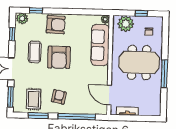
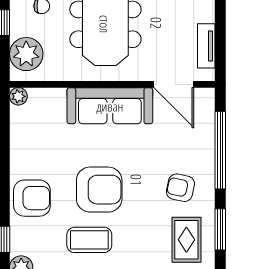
armchair: (56, 25) -> (32, 198), turned 87
sofa: (100, 45) -> (110, 106), moved
door: (109, 95) -> (174, 84), hinge flipped
rug: (34, 99) -> (186, 240), turned 90

